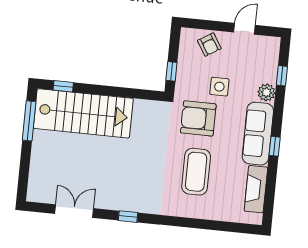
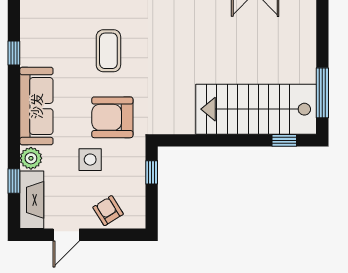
armchair: (198, 118) -> (112, 117), turned 180
window: (275, 146) -> (14, 53), moved
coffee table: (196, 172) -> (108, 51), width x0.73, depth x0.76
fireplace: (256, 189) -> (32, 200), moved

